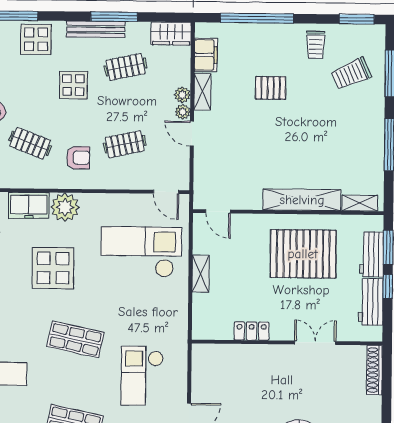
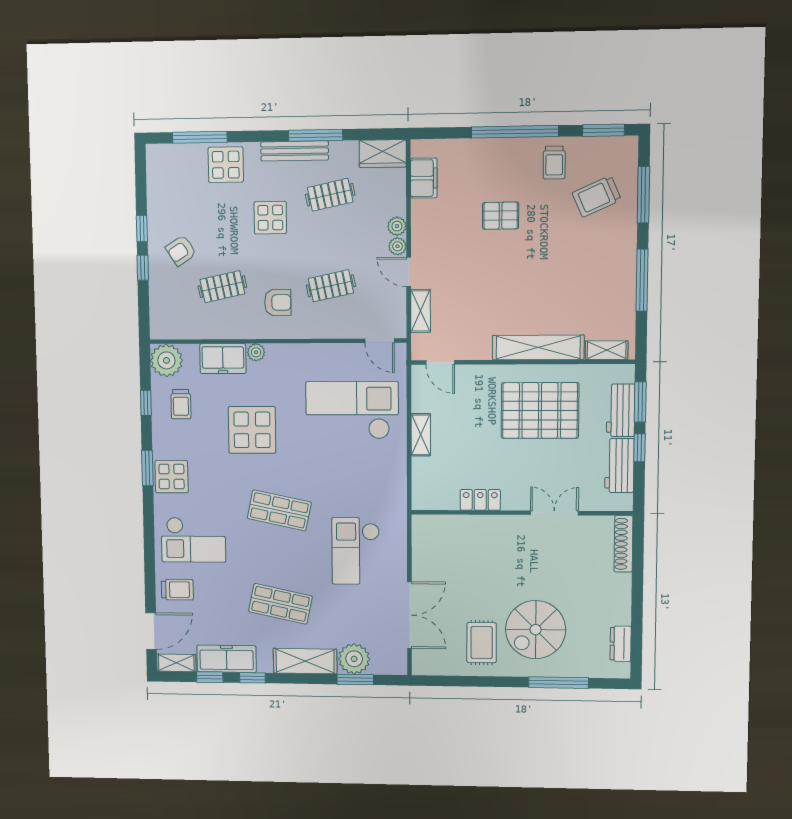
window: (257, 18) -> (515, 132), moved
shelving: (202, 92) -> (421, 311), moved
clothes rail: (30, 143) -> (222, 287), turned -33
plant: (65, 207) -> (256, 352), width x0.53, depth x0.53

